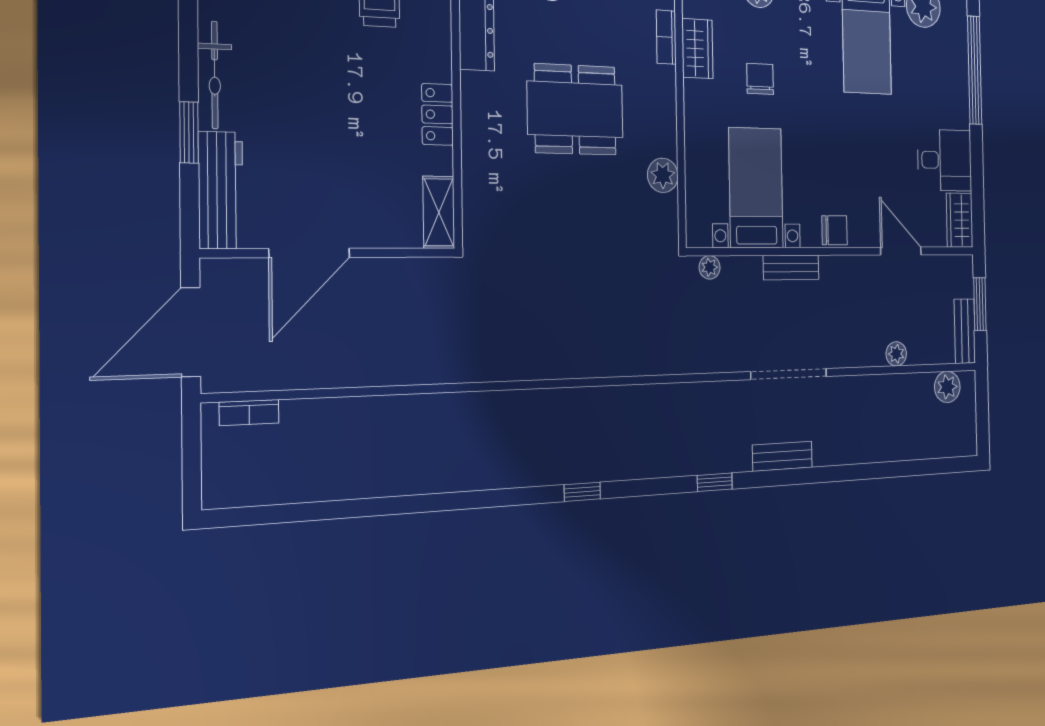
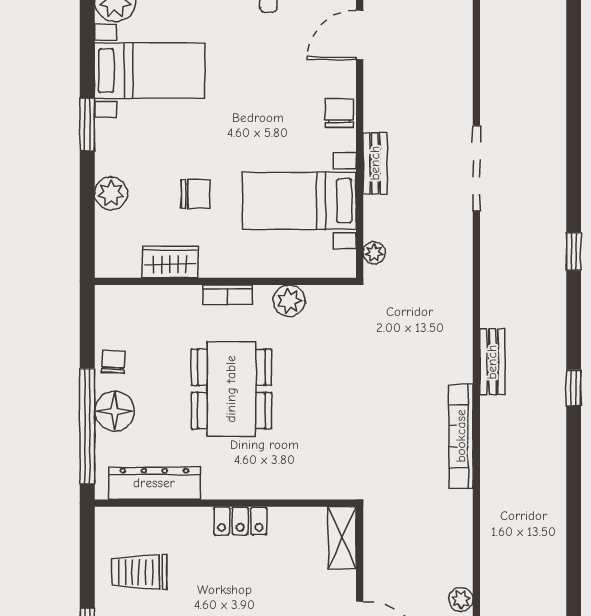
bookcase: (666, 37) -> (228, 295), moved
chair: (760, 79) -> (196, 194), turned 180
shelving: (439, 212) -> (342, 538), moved, turned 90
plant: (896, 354) -> (461, 599), moved
bookcase: (530, 367) -> (461, 436), added
bench: (782, 456) -> (492, 362), moved

